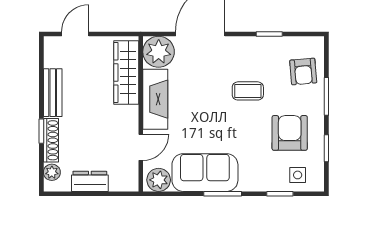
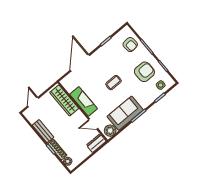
plant: (159, 52) -> (70, 83), removed
coffee table: (248, 91) -> (114, 83), moved
armchair: (290, 133) -> (144, 72), turned 90
door: (141, 147) -> (93, 124), swing flipped
dresser: (90, 181) -> (96, 143), moved

